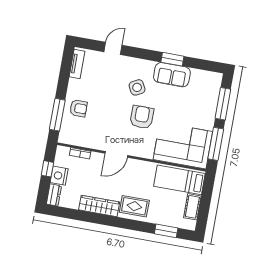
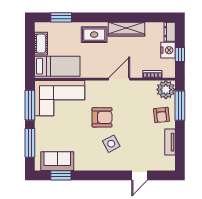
window: (172, 59) -> (61, 175), moved
tv unit: (77, 64) -> (170, 142), moved
sofa: (172, 75) -> (57, 161), moved
armchair: (78, 108) -> (161, 115), turned -96
armchair: (142, 117) -> (102, 117), turned -90
plant: (69, 134) -> (166, 90), added

